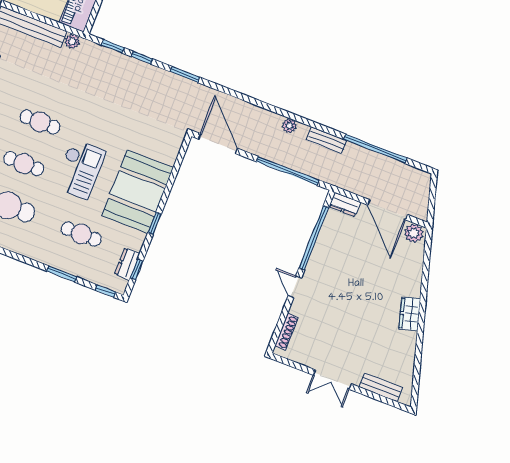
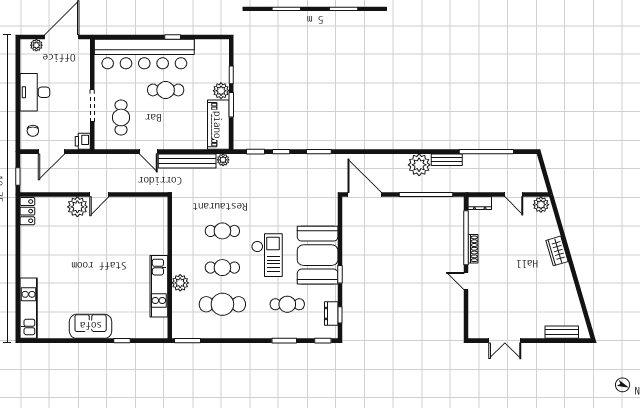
plant: (289, 126) -> (419, 165), width x1.88, depth x1.88
door: (388, 210) -> (514, 195), width x0.53
wardrobe: (410, 314) -> (557, 251), moved
shoe rack: (287, 332) -> (473, 249), moved
double door: (332, 380) -> (505, 341), moved

